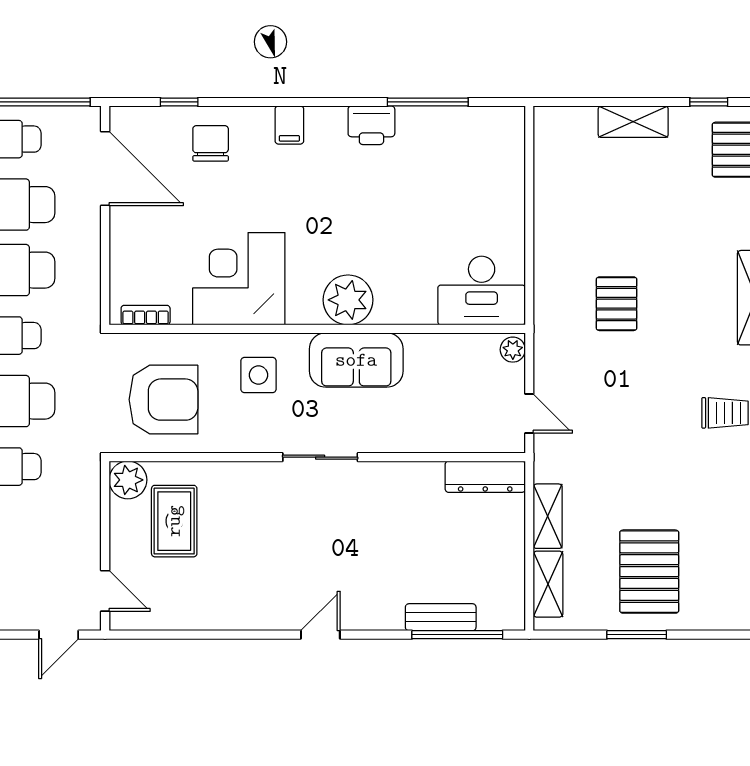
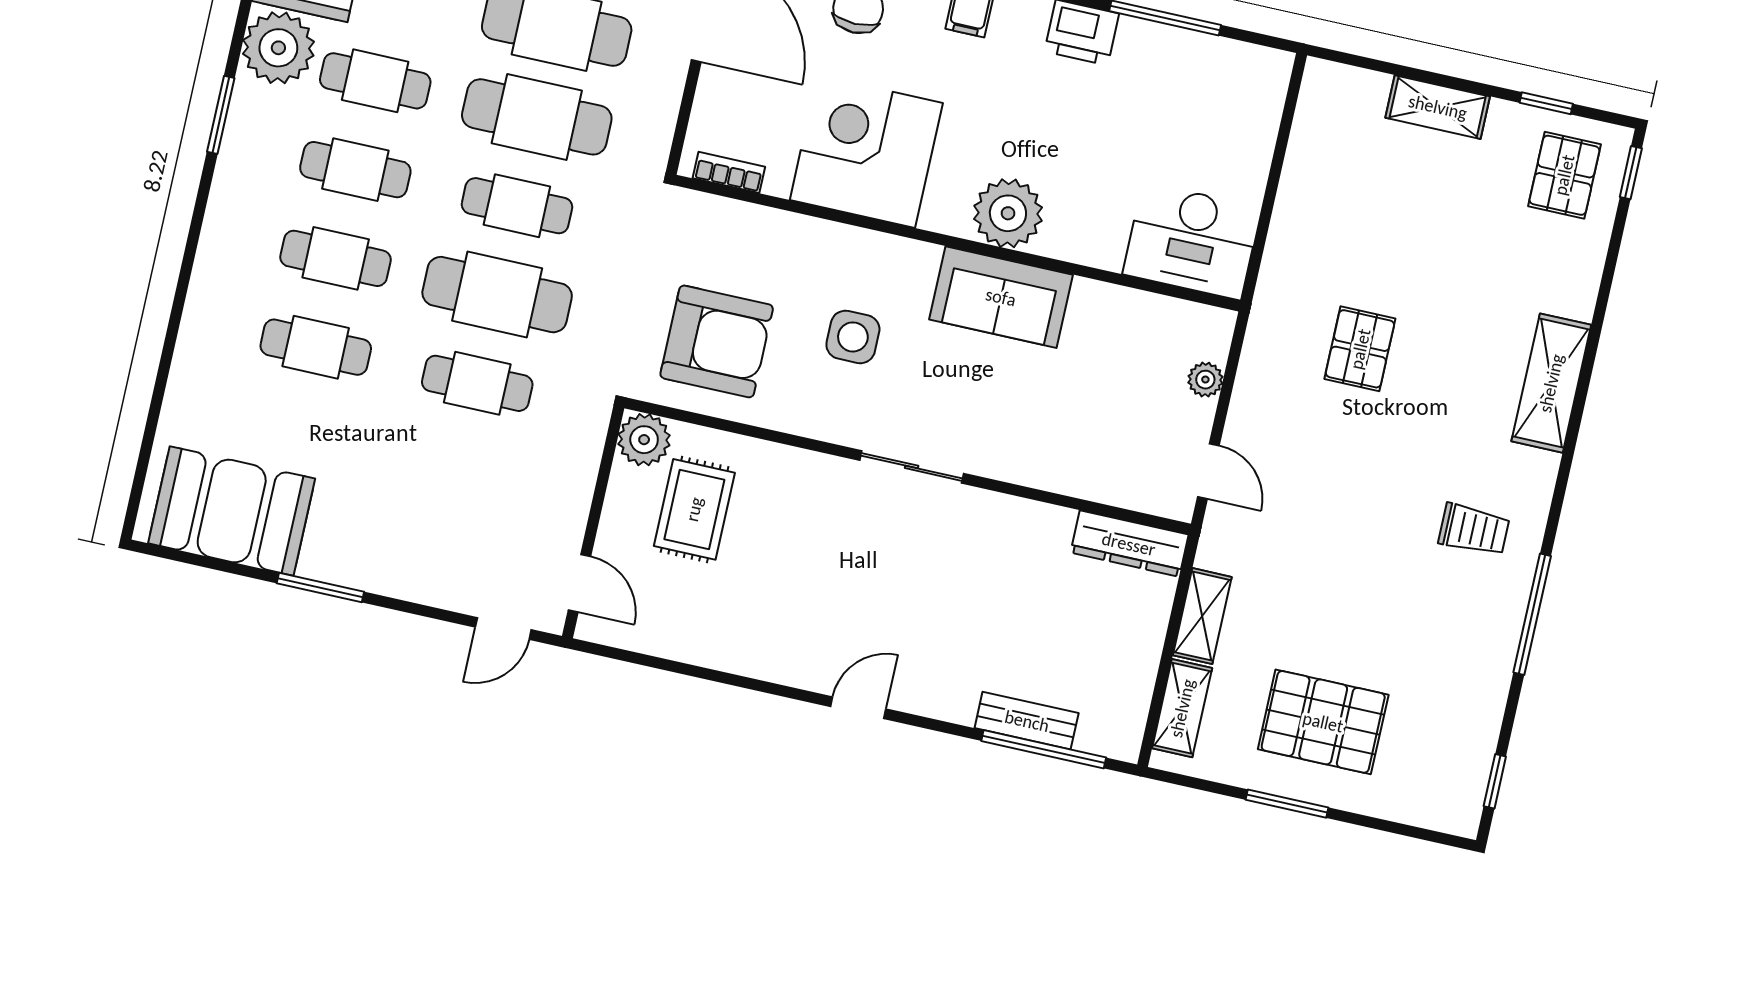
corner desk: (239, 279) -> (866, 151), moved
desk: (482, 291) -> (1192, 241), moved
plant: (348, 300) -> (1008, 213), moved
bookcase: (146, 315) -> (729, 172), moved
wall: (317, 329) -> (957, 243), moved
sofa: (356, 360) -> (1001, 297), moved
pallet: (649, 572) -> (1323, 722), turned 90

